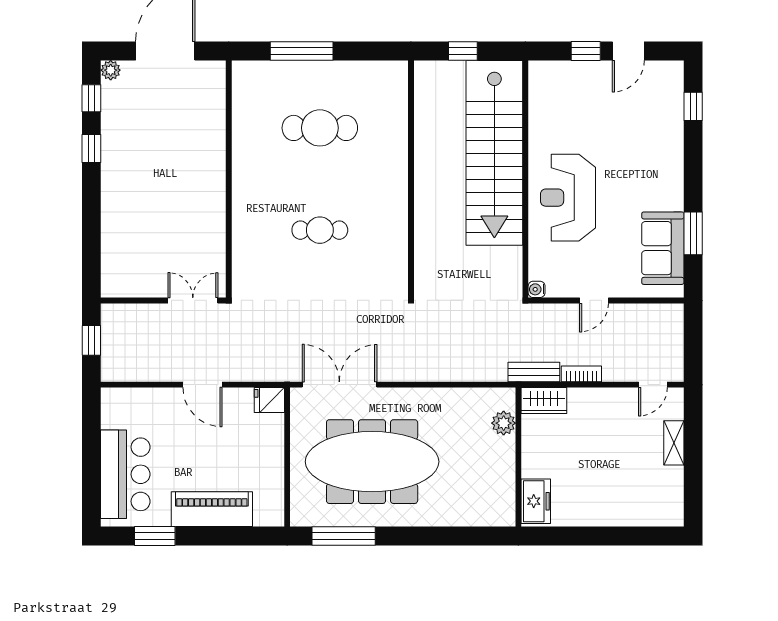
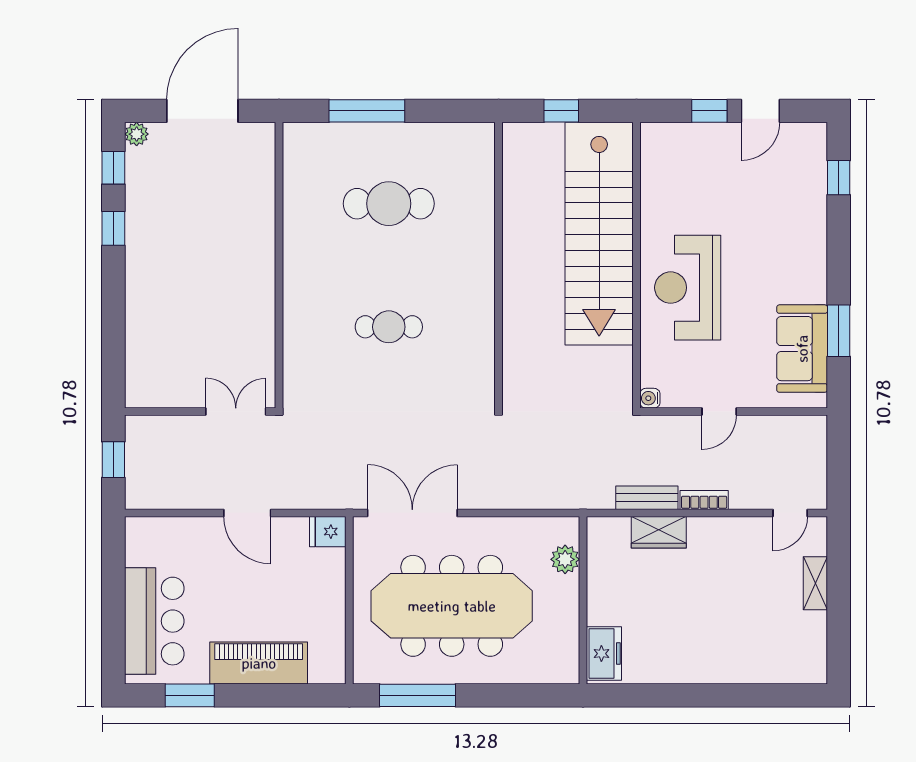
plant: (504, 423) -> (565, 559), moved
wall: (518, 457) -> (583, 600), moved
freezer: (536, 501) -> (604, 654), moved

